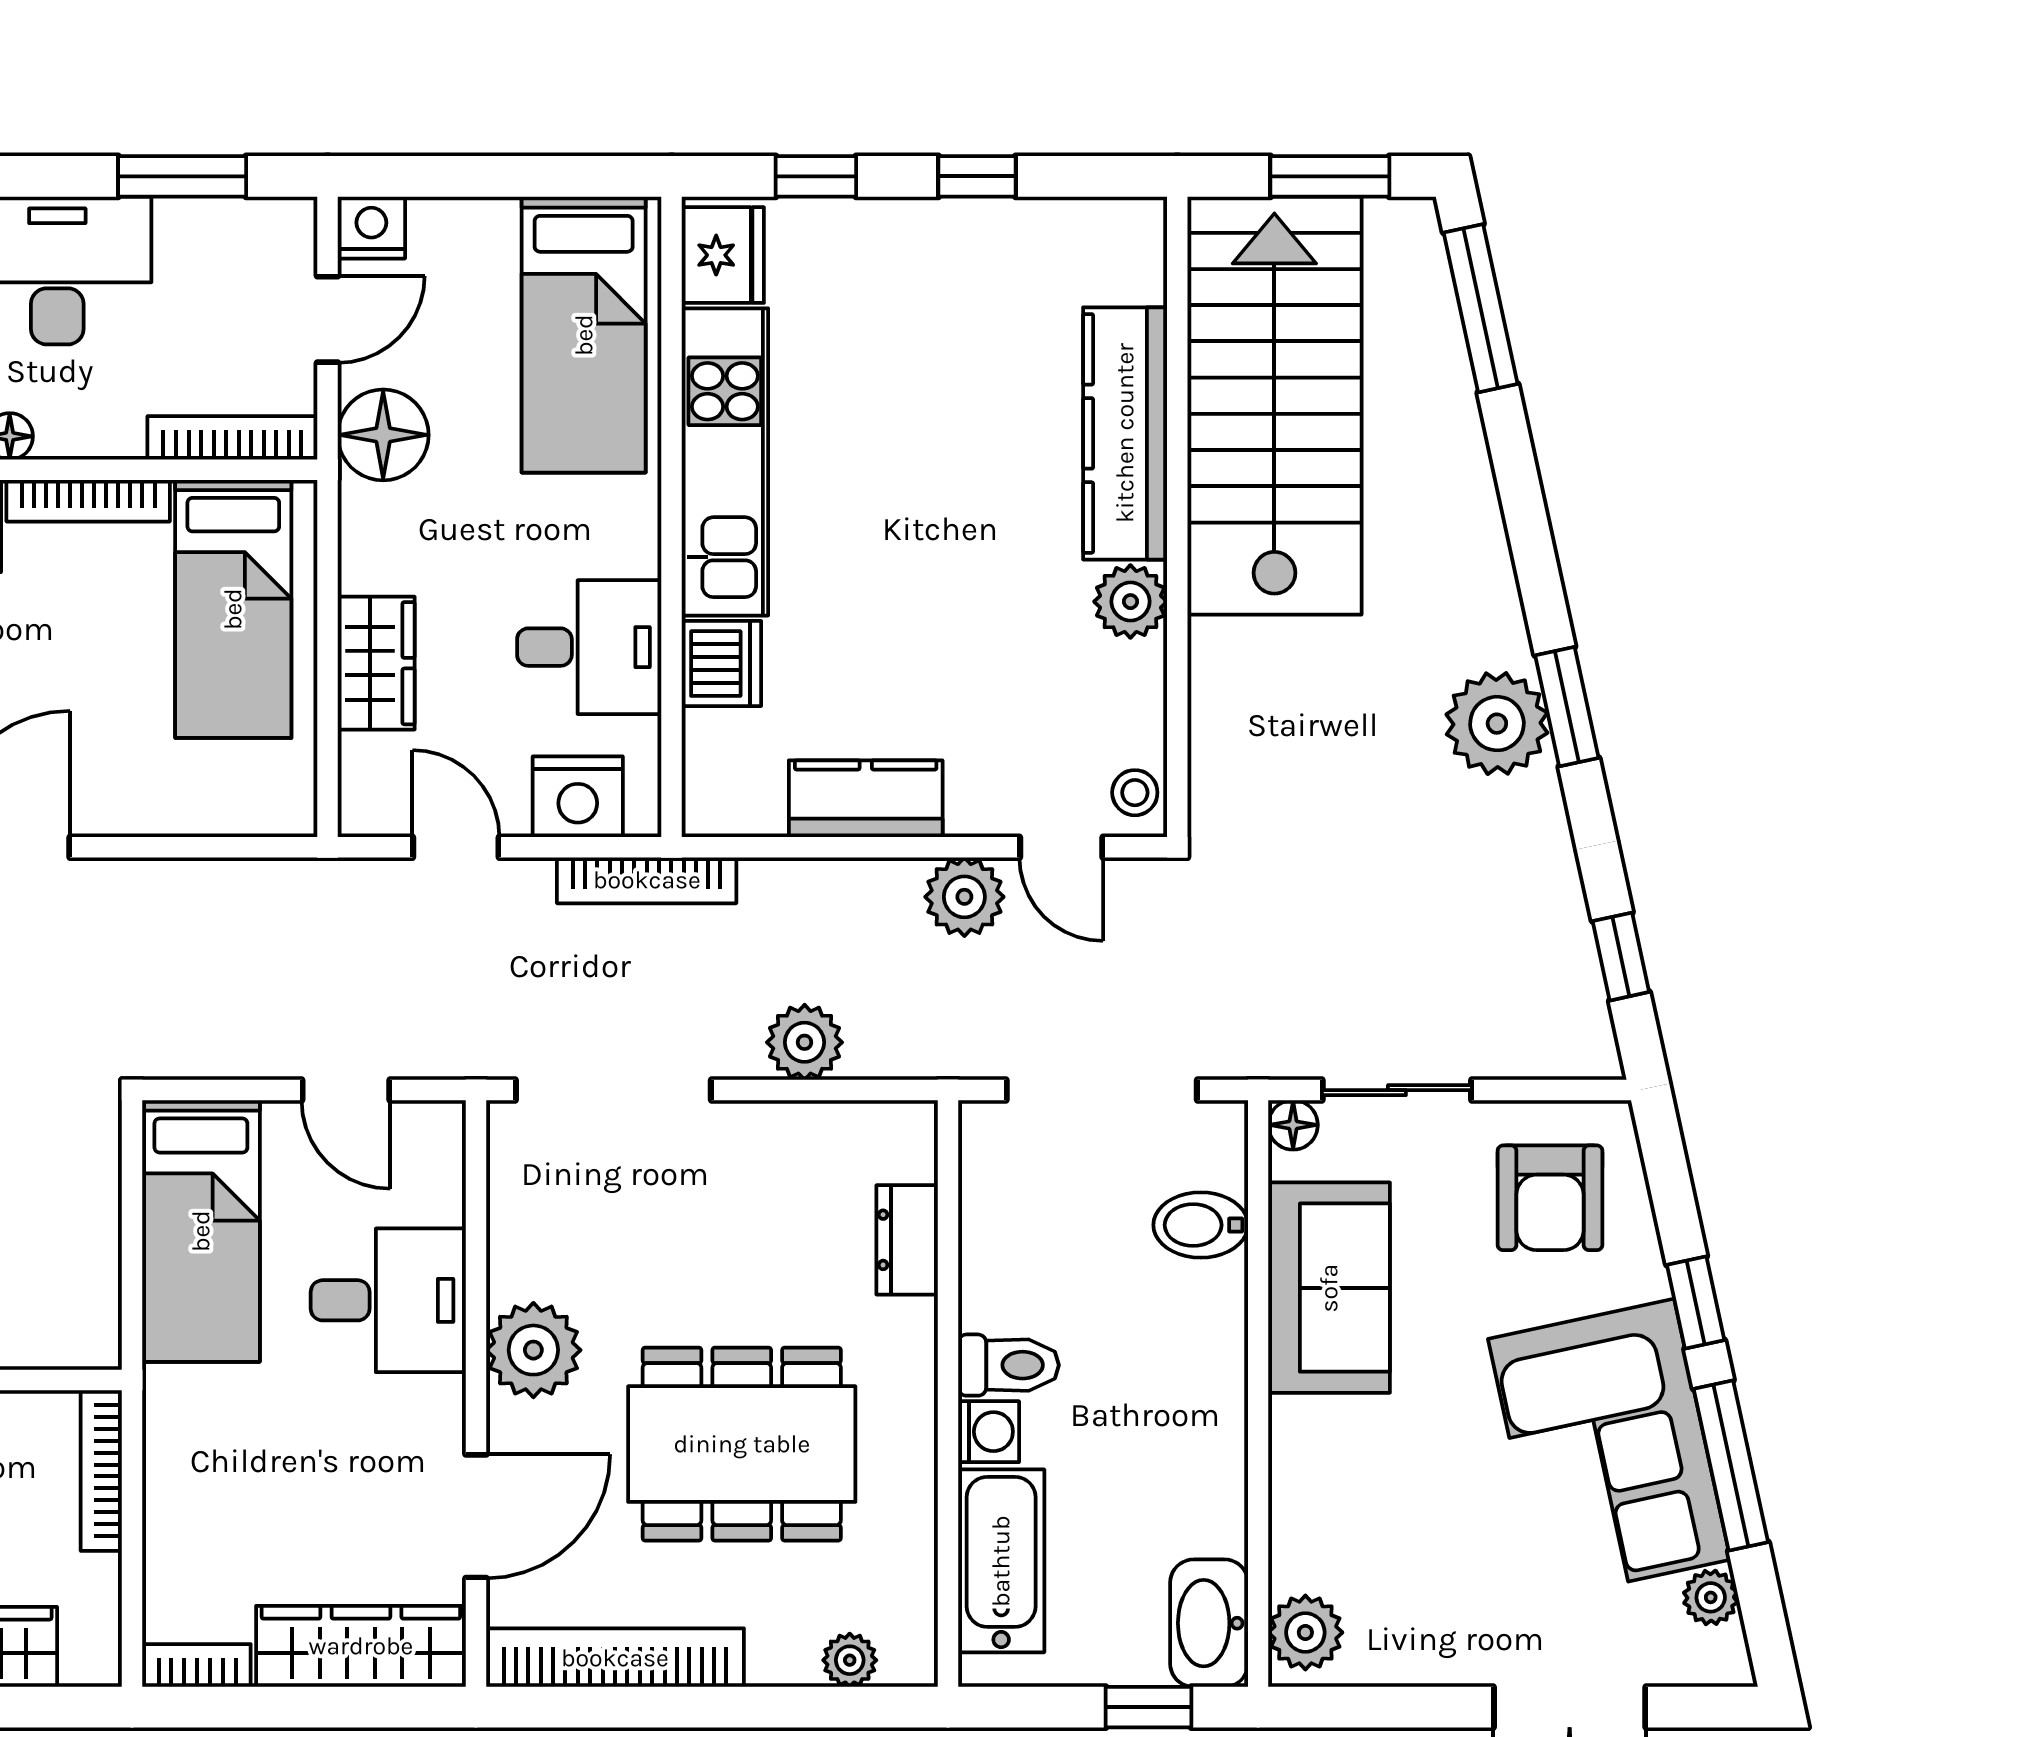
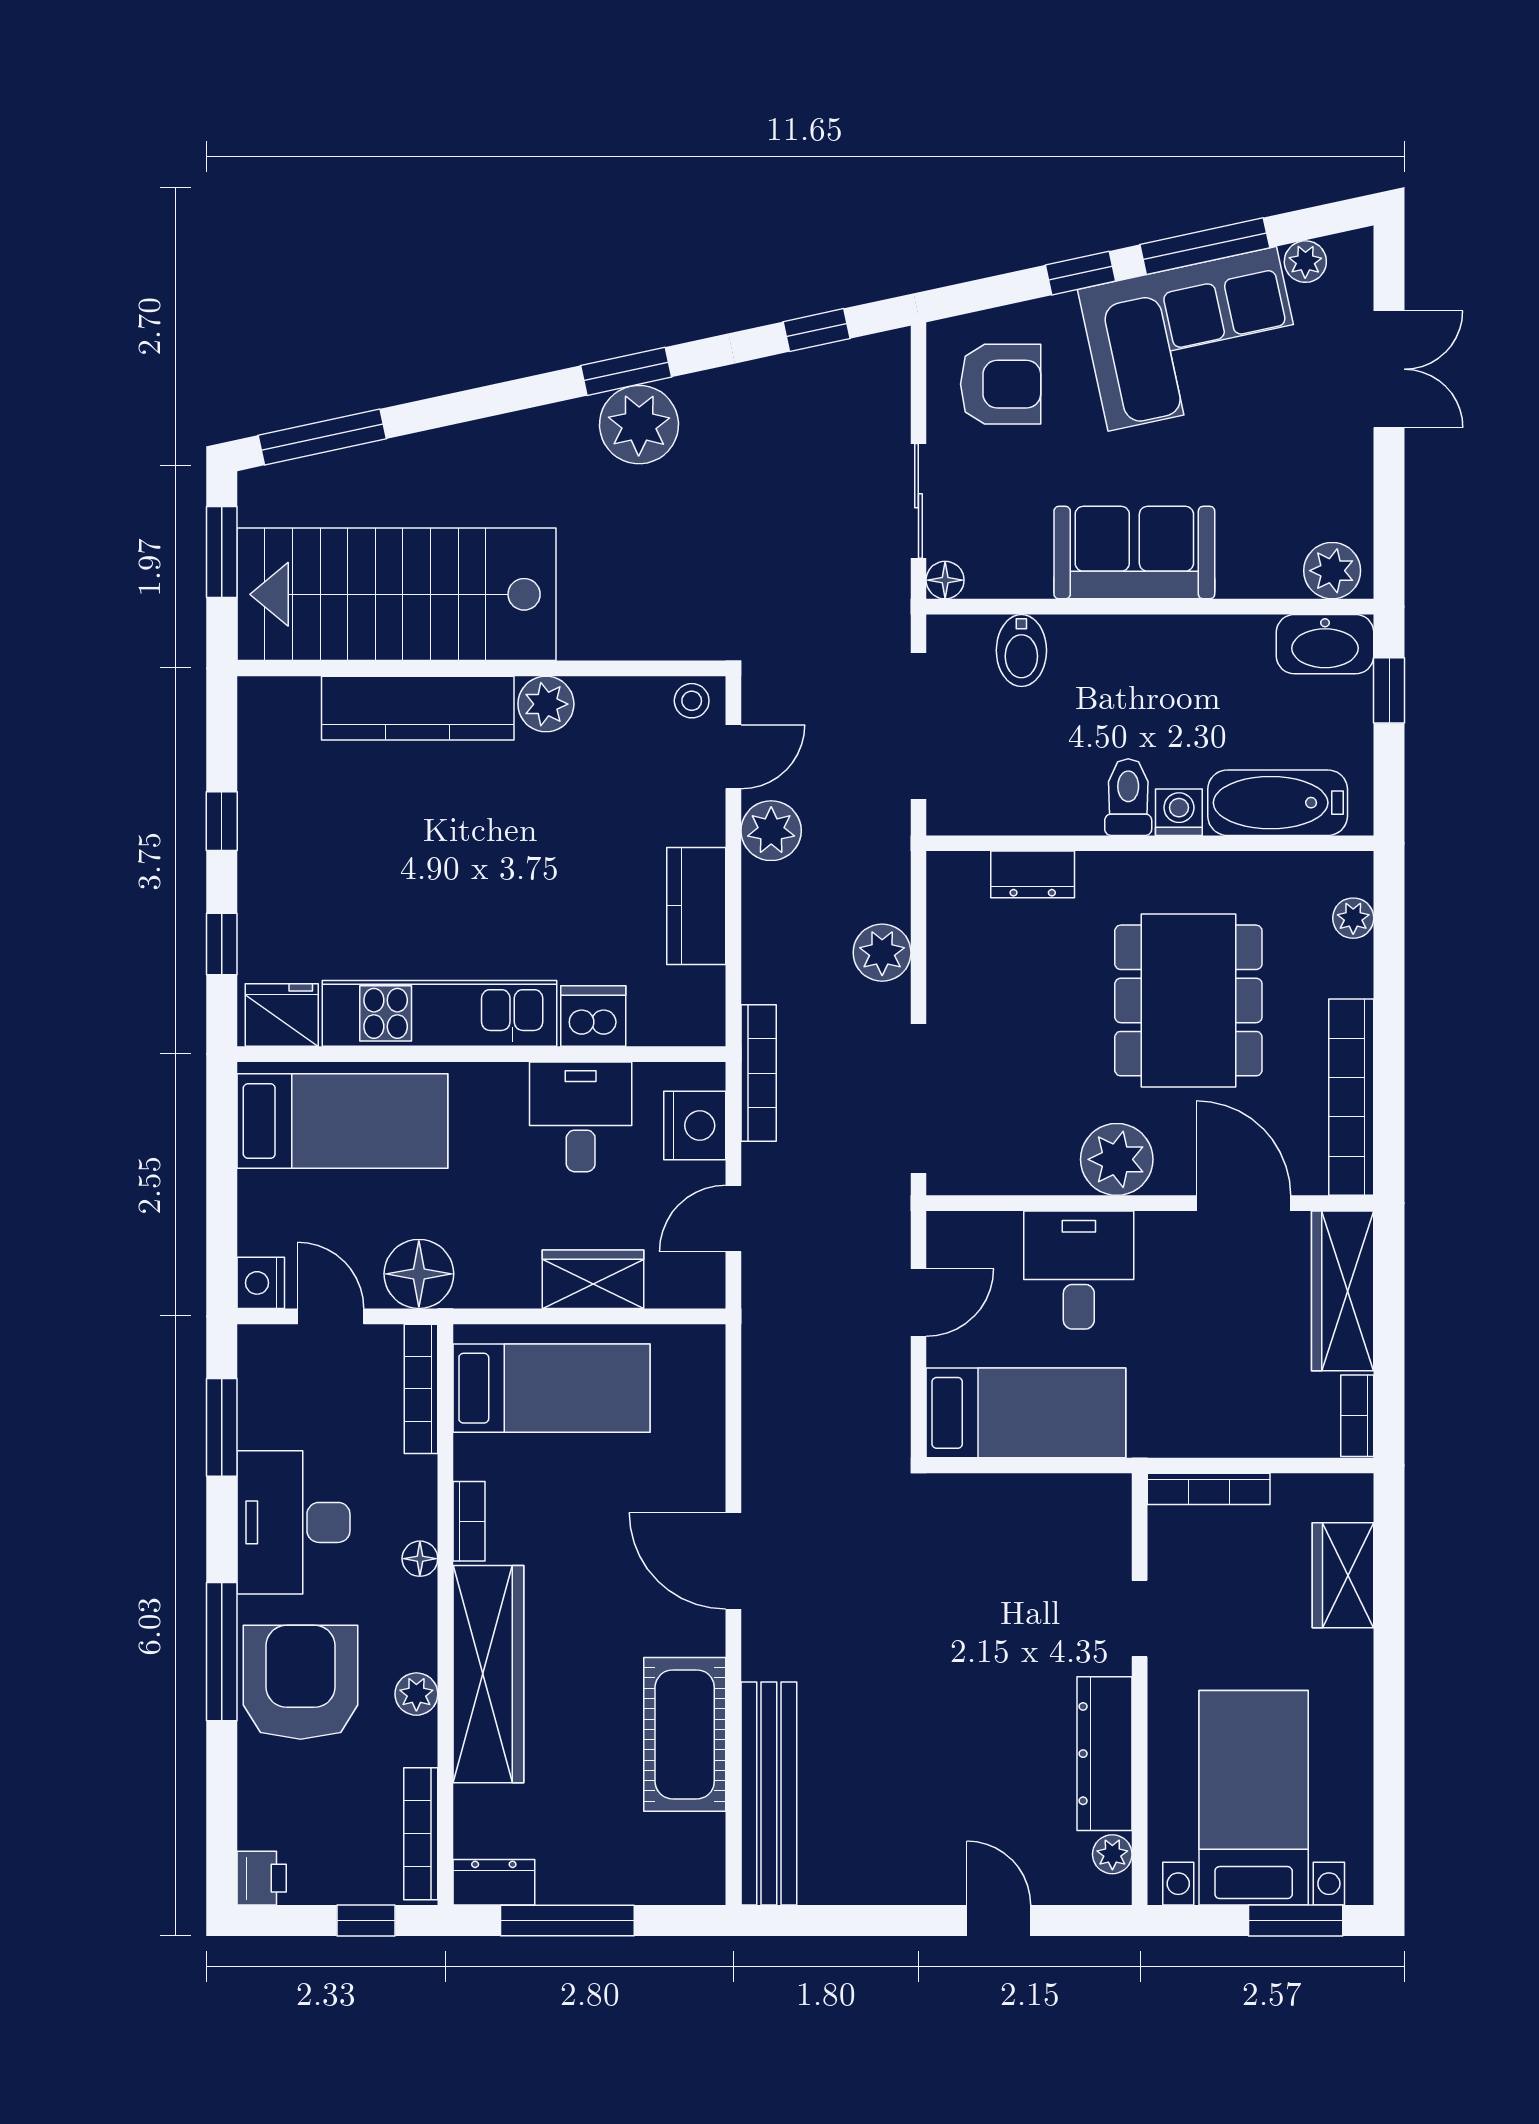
bookcase: (88, 501) -> (469, 1521), width x0.64
sofa: (1329, 1288) -> (1134, 553), moved

